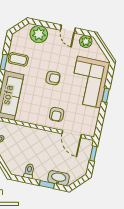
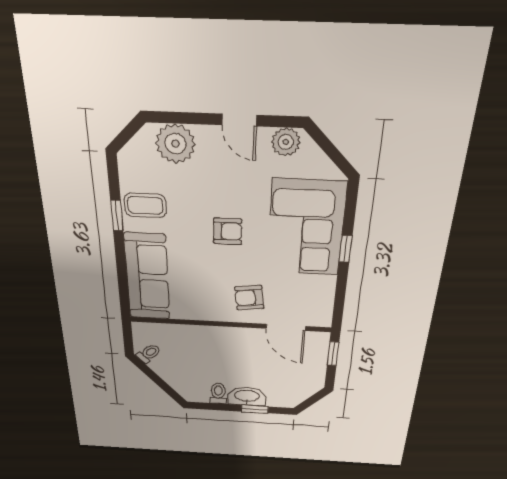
armchair: (57, 114) -> (249, 298), turned 83
washbasin: (58, 178) -> (247, 396), moved

